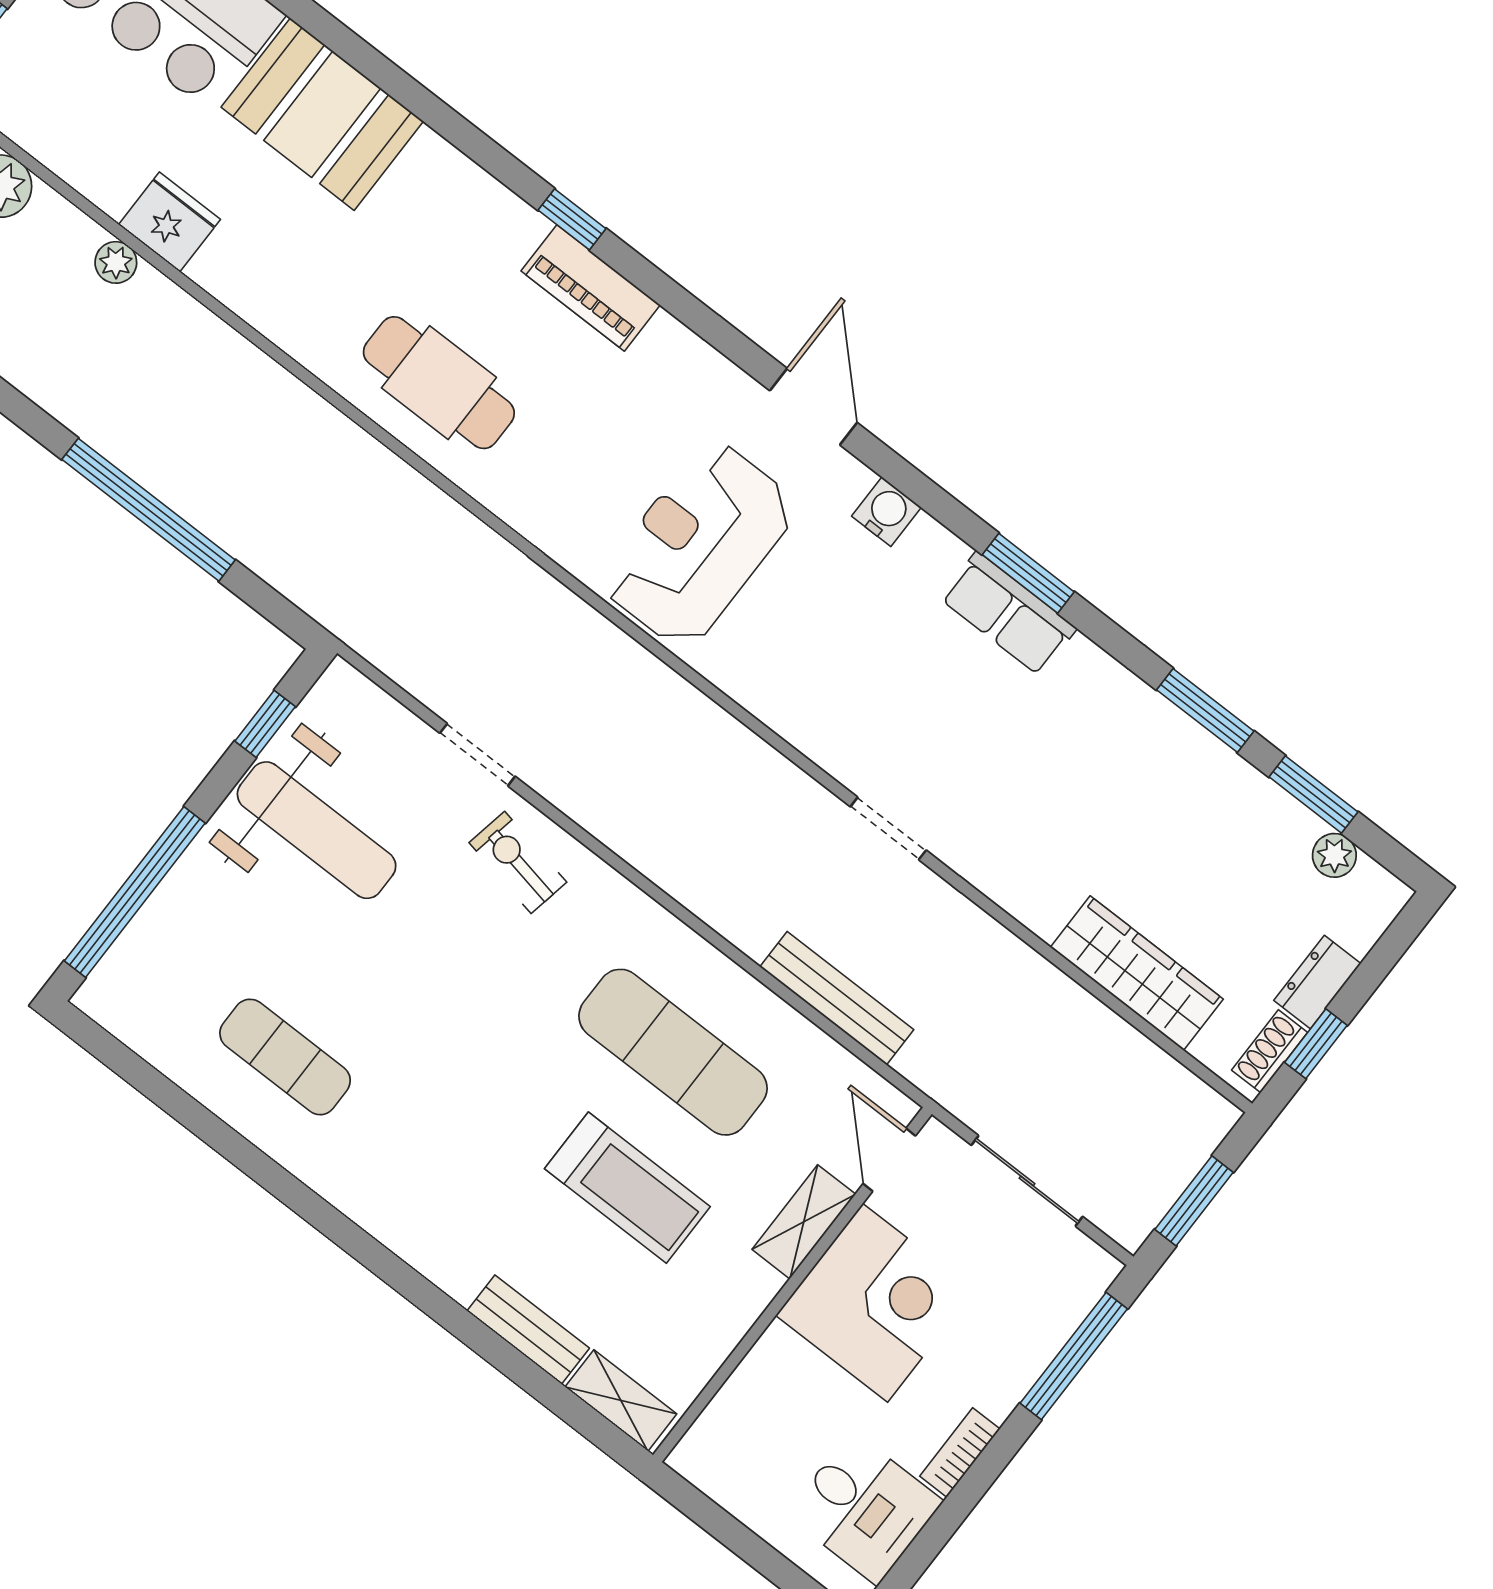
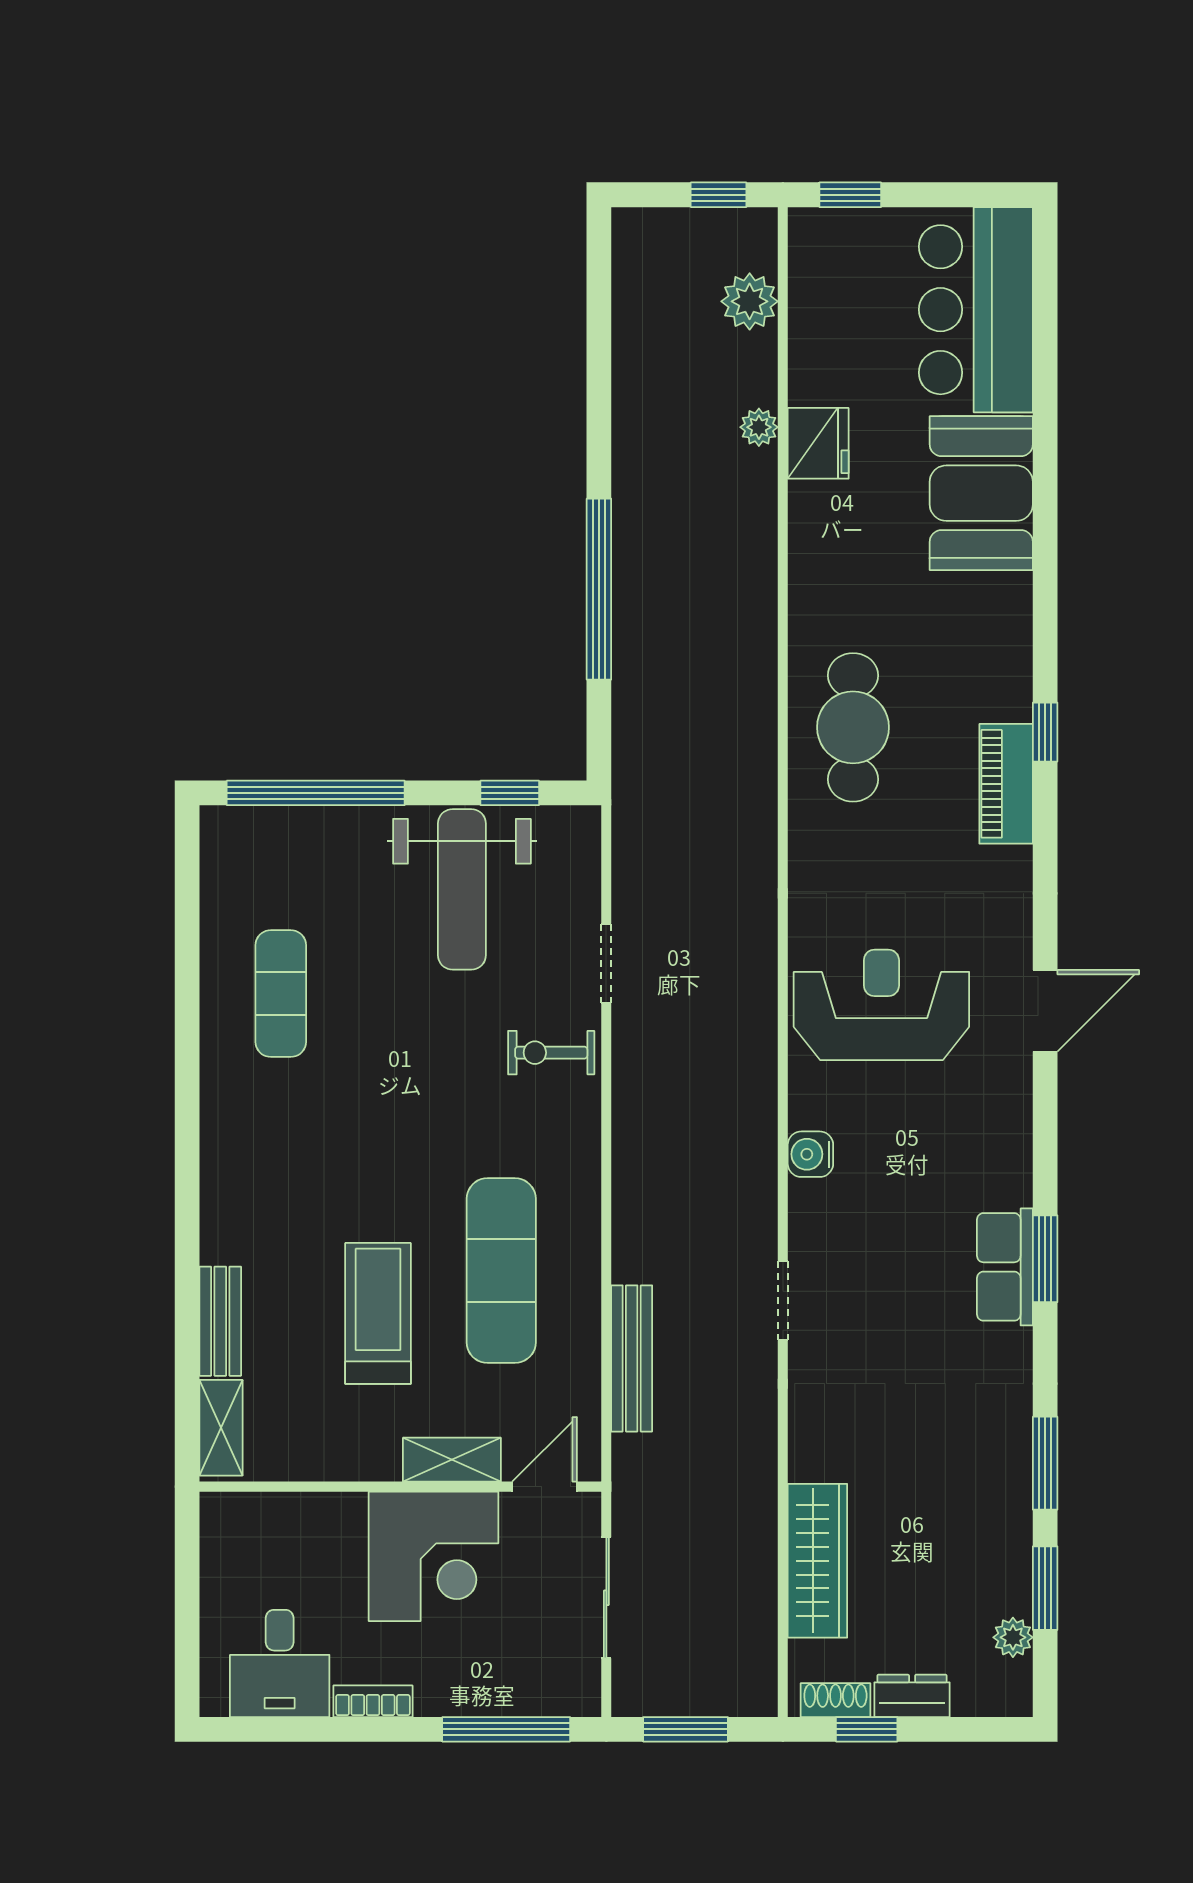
water cooler: (886, 512) -> (810, 1154), moved, turned 180
exercise bike: (518, 862) -> (551, 1053), turned -101
treadmill: (627, 1188) -> (378, 1313), turned 180

